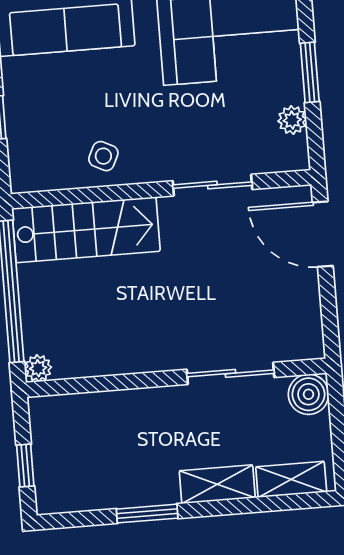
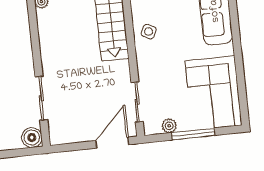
window: (310, 72) -> (193, 134), width x1.44
sliding door: (212, 185) -> (137, 102), moved

